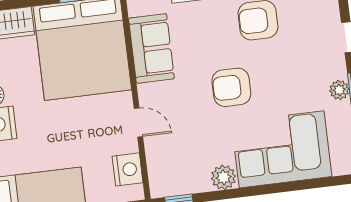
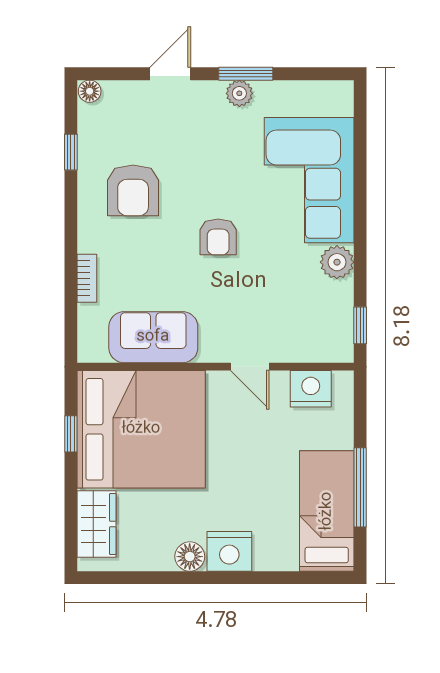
armchair: (231, 87) -> (218, 237), width x0.72, depth x0.72
door: (138, 122) -> (250, 367), swing flipped

